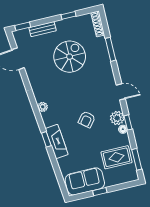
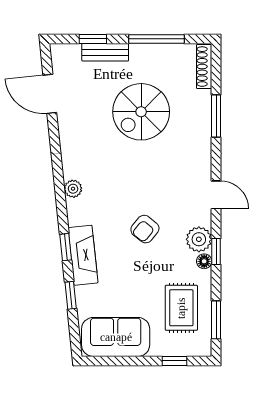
window: (69, 15) -> (156, 39), width x2.17
window: (23, 26) -> (93, 39), moved
spiral stairs: (70, 57) -> (141, 112), turned 180
rug: (117, 157) -> (181, 308), turned 90
window: (55, 165) -> (71, 295), added
window: (100, 192) -> (174, 361), moved

